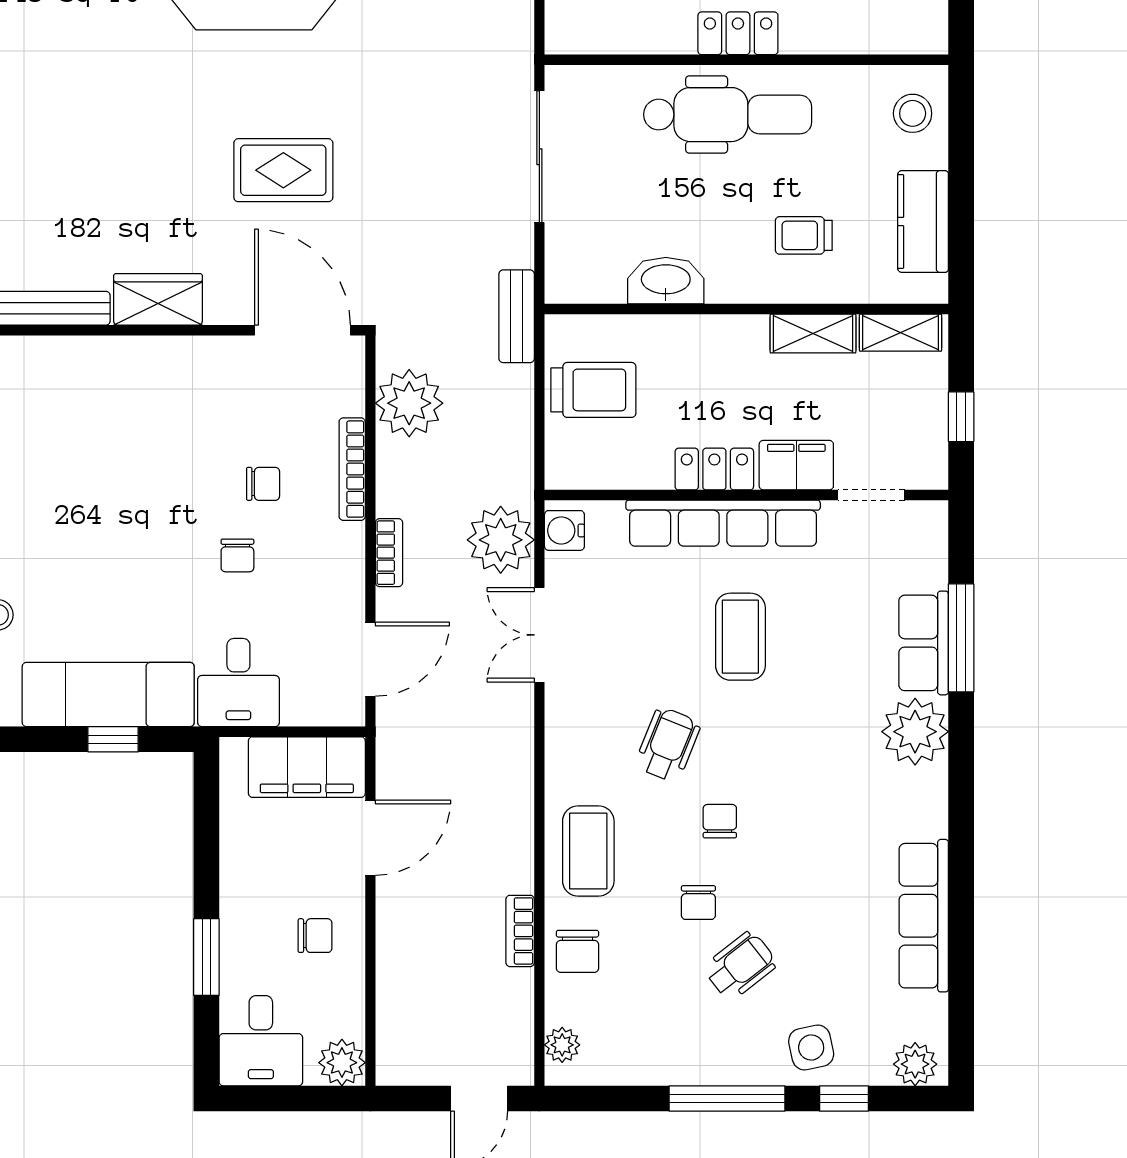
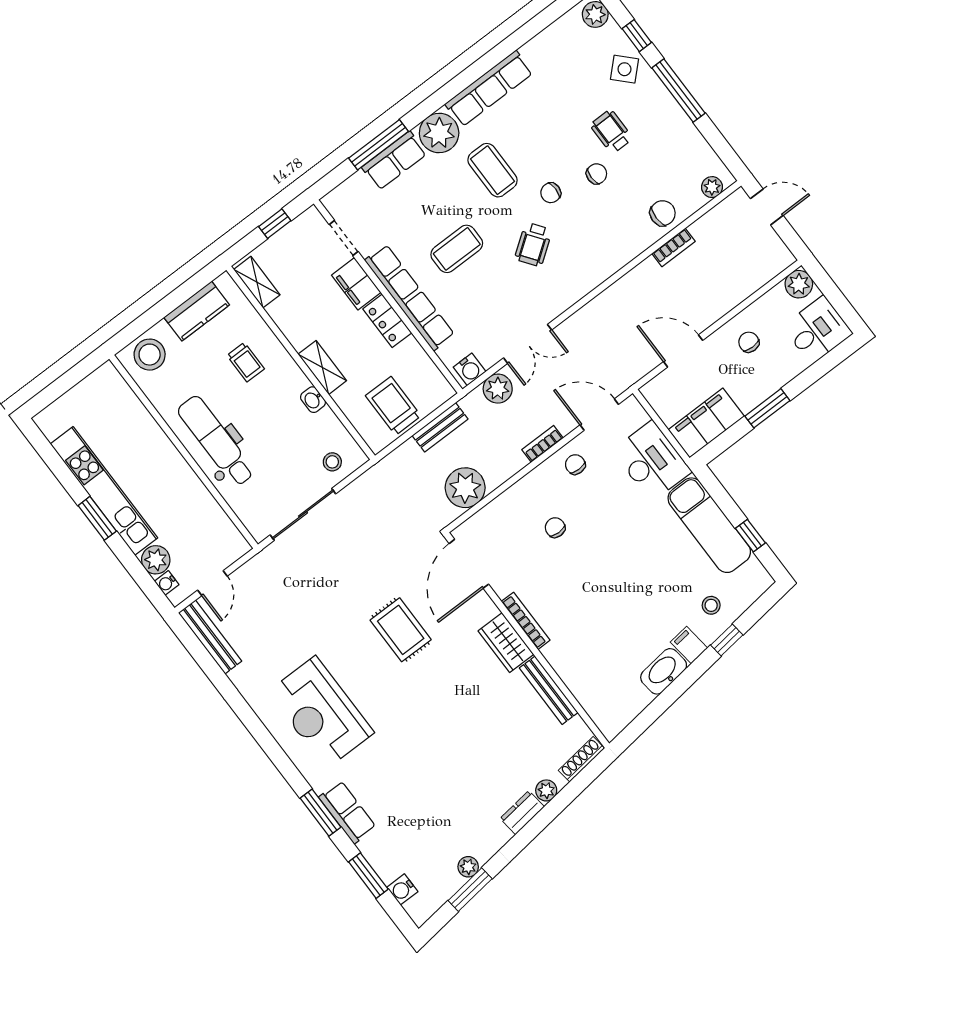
locker: (738, 33) -> (174, 465), removed
stool: (913, 113) -> (150, 355), width x1.38, depth x1.38
stool: (580, 250) -> (332, 462), added
washbasin: (666, 281) -> (313, 400), width x0.52, depth x0.69
bench: (517, 316) -> (440, 427), moved
shelving: (813, 333) -> (322, 367), moved
bookcase: (352, 469) -> (526, 621), moved, turned -90
plant: (501, 540) -> (498, 389), width x0.73, depth x0.73
chair: (237, 555) -> (575, 464), moved, turned -90
desk: (238, 683) -> (652, 461), width x1.37
window: (113, 739) -> (750, 536), moved
wheelchair: (668, 745) -> (533, 245), turned -58
filing cabinet: (307, 767) -> (706, 423), moved, turned -90
coffee table: (588, 851) -> (492, 170), moved, turned 90
row of seats: (924, 916) -> (489, 89), moved
window: (206, 957) -> (767, 408), moved
wheelchair: (740, 966) -> (611, 132), turned 38
side table: (811, 1048) -> (624, 69), turned -32

